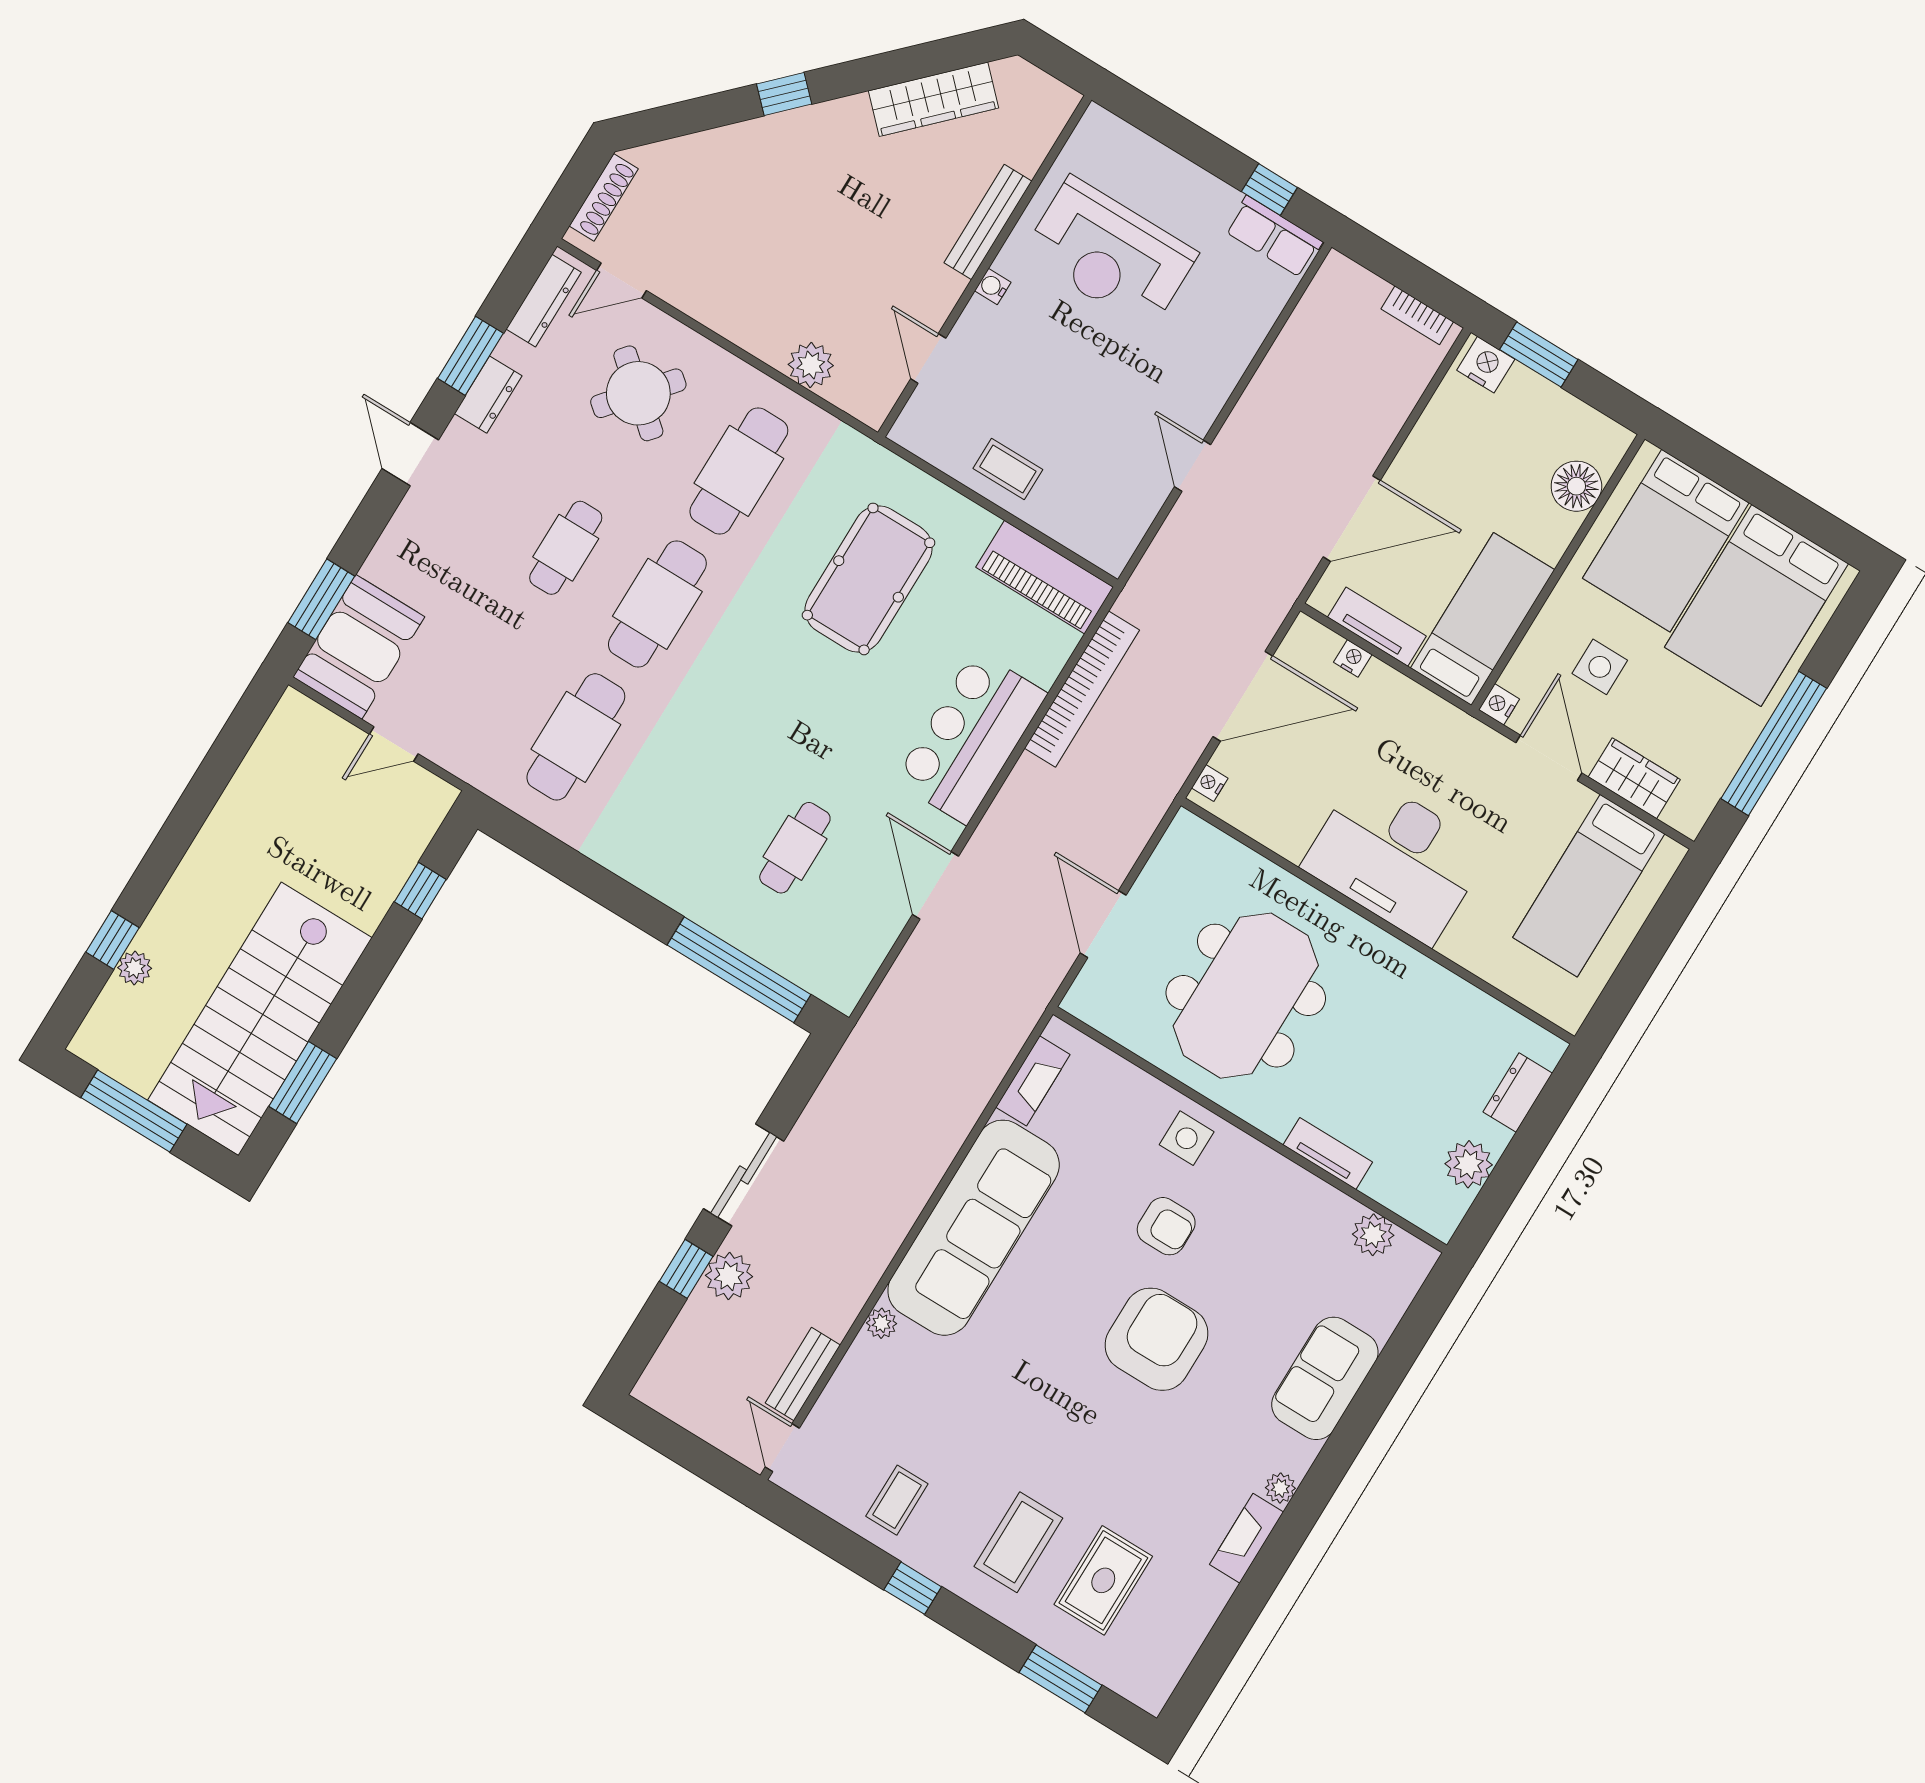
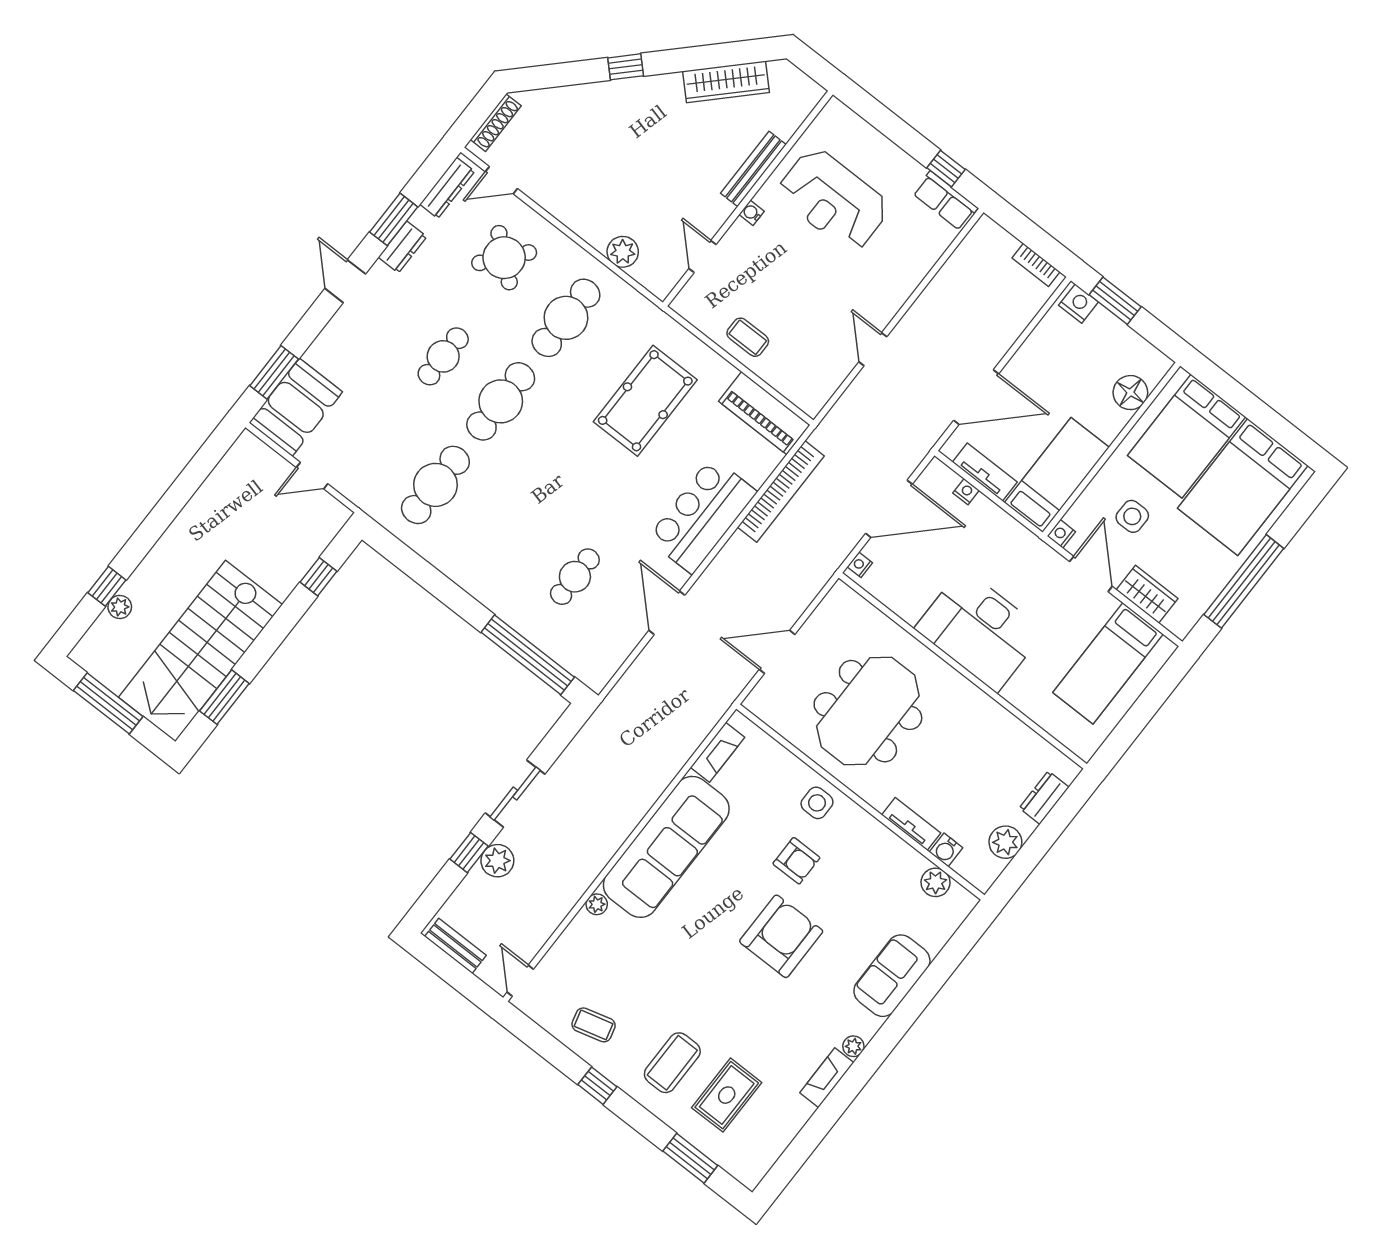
door: (1103, 924) -> (777, 652), hinge flipped
water cooler: (1383, 1186) -> (946, 850), added
bench: (803, 1374) -> (455, 946), moved, turned 90
coffee table: (897, 1500) -> (594, 1025), turned 75

